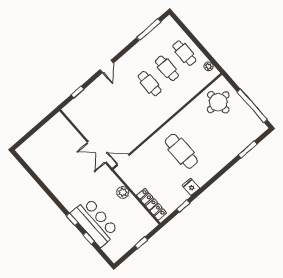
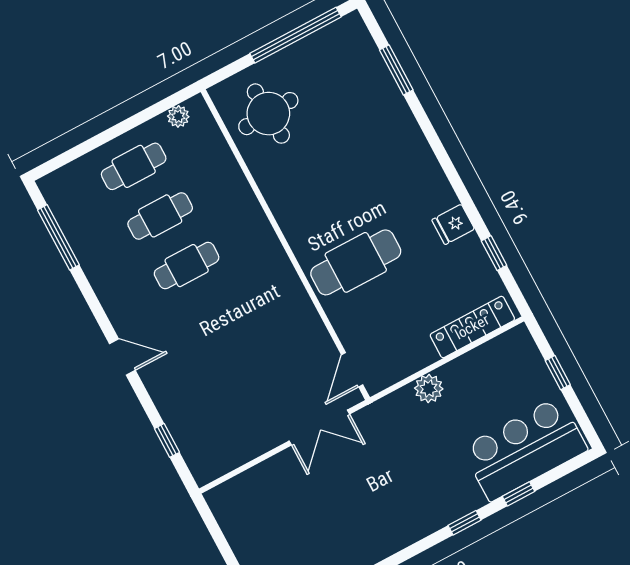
cafe table: (181, 151) -> (356, 262), moved
bar counter: (95, 222) -> (525, 449), moved

